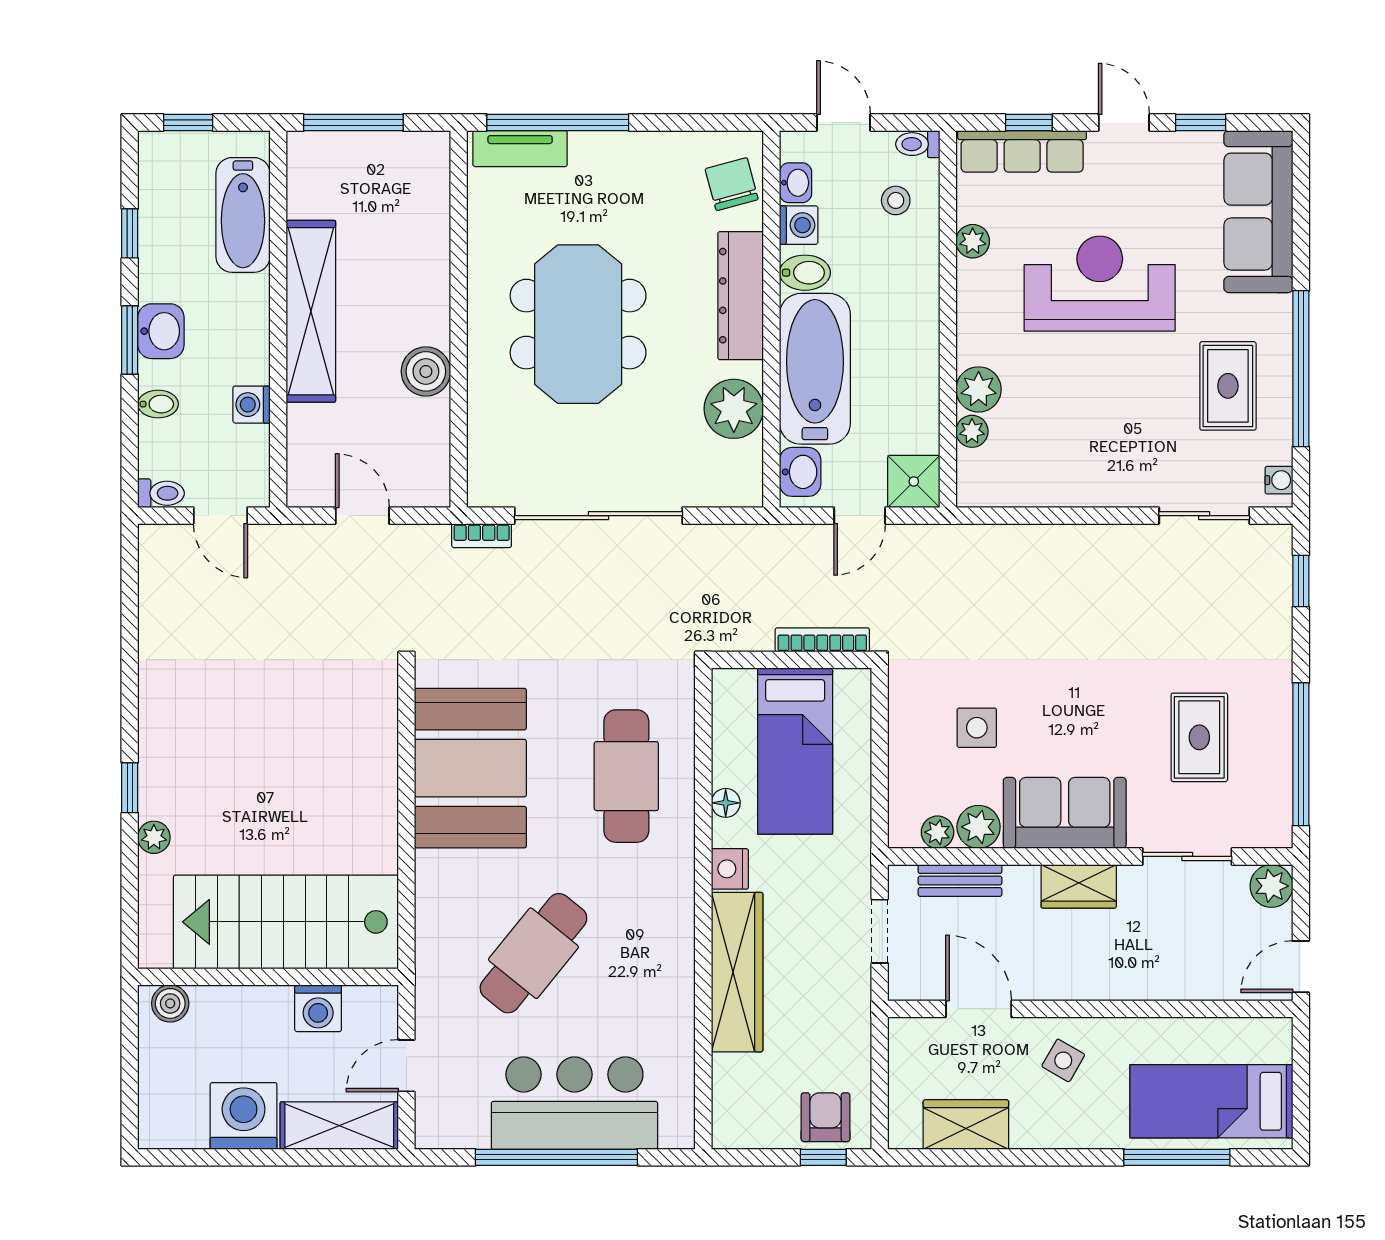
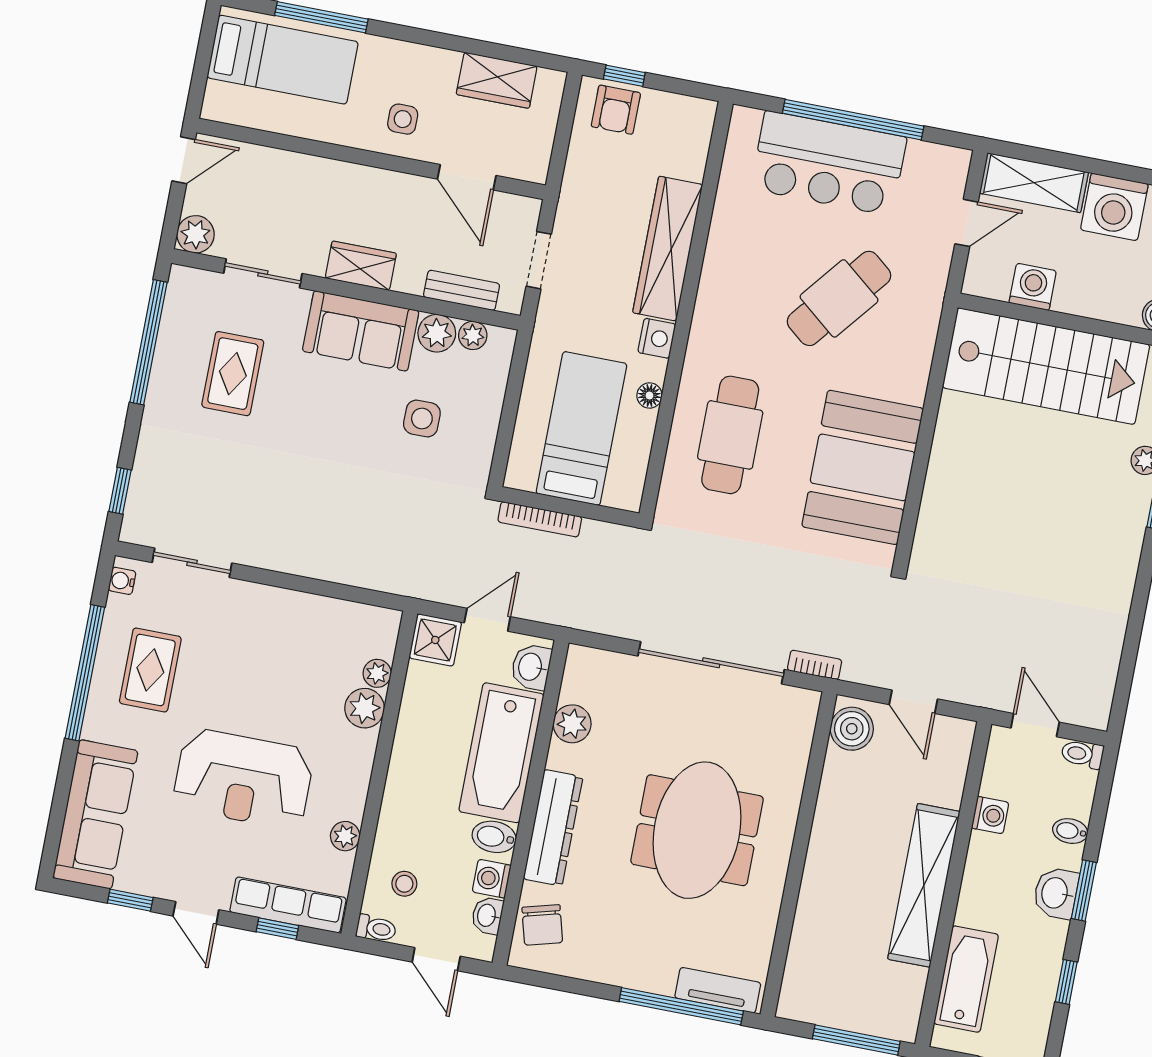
boiler: (426, 371) -> (852, 729), moved
plant: (734, 409) -> (572, 724), width x0.73, depth x0.73
side table: (1063, 1060) -> (403, 119), turned -30

